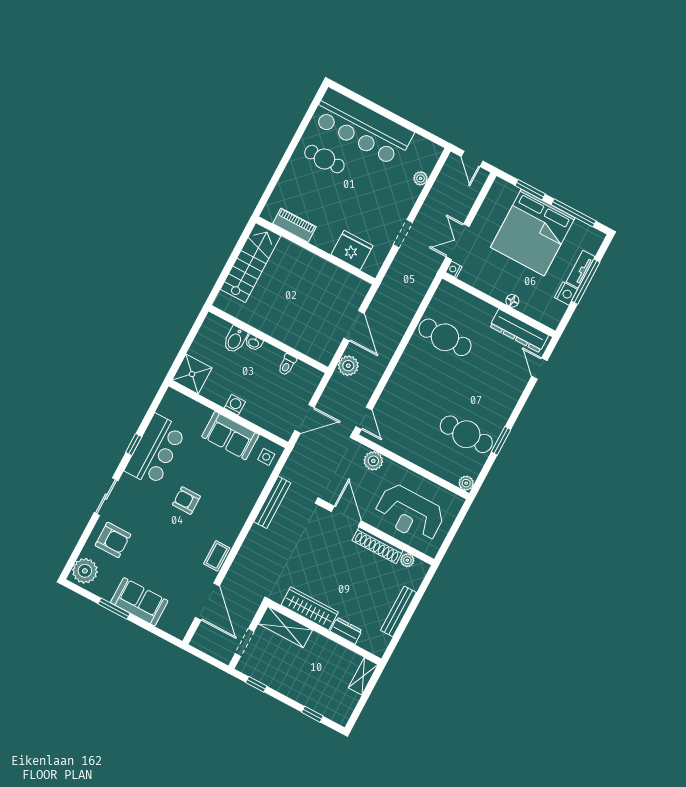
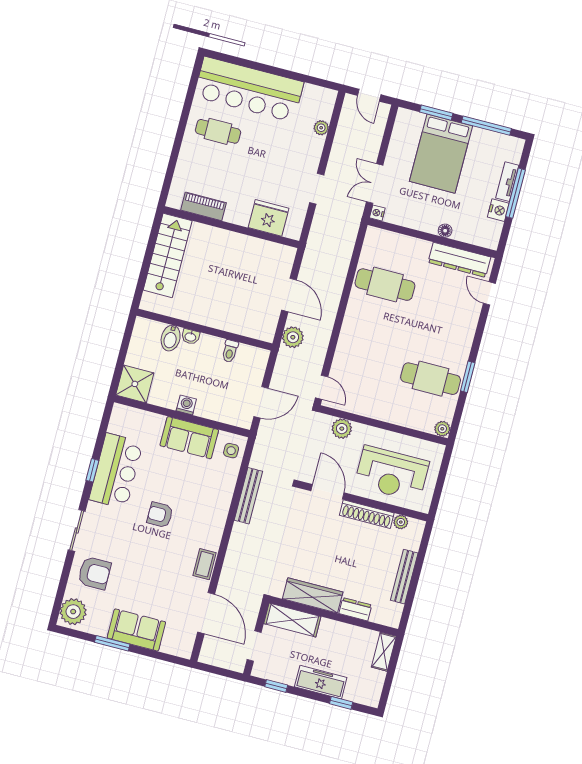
bed: (533, 233) -> (441, 154), width x0.73
freezer: (298, 691) -> (321, 682), added

